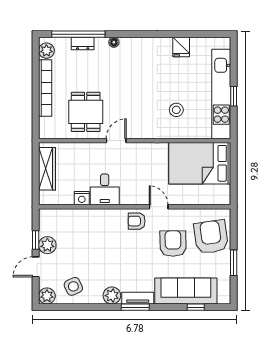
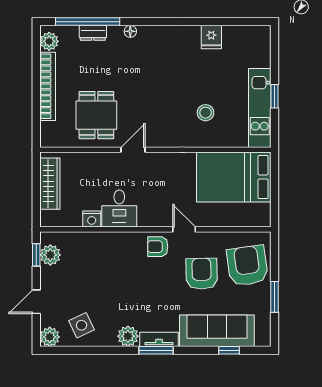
kitchen unit: (221, 94) -> (260, 108), width x0.73
window: (36, 240) -> (36, 255), moved
plant: (47, 245) -> (50, 255), moved

